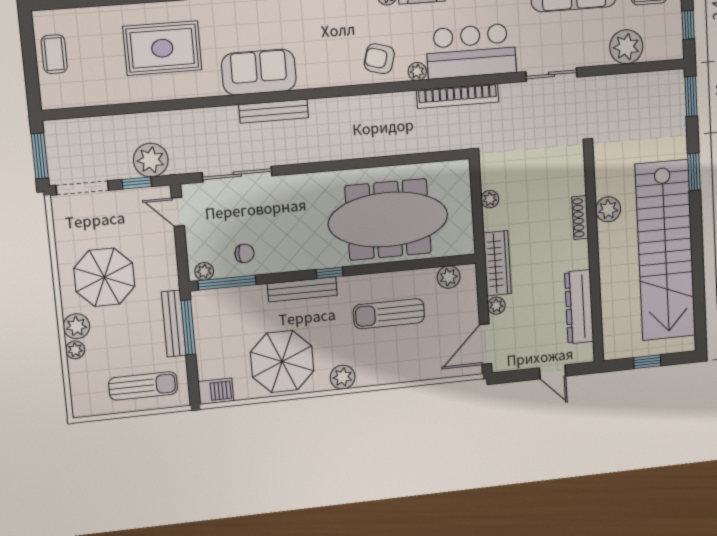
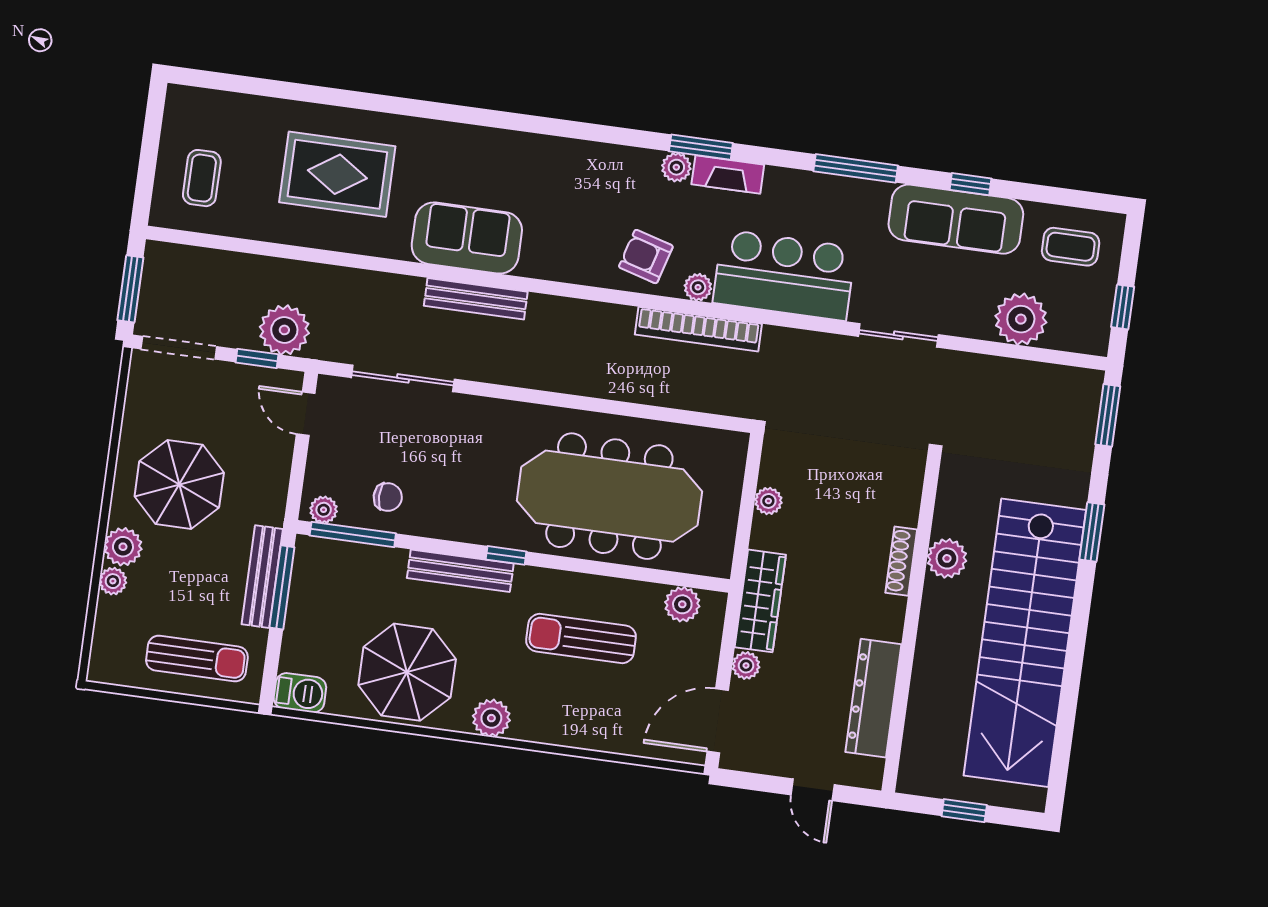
coffee table: (54, 54) -> (202, 178), moved
bookcase: (458, 96) -> (698, 329), moved

